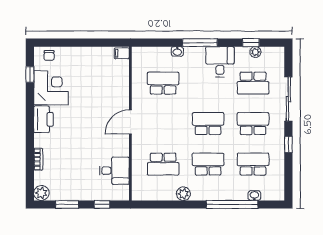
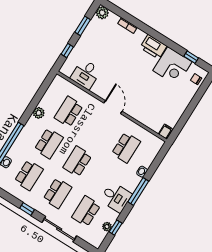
school desk: (208, 124) -> (77, 161), turned 180

